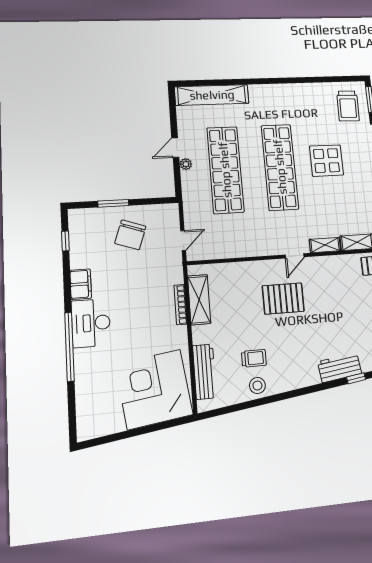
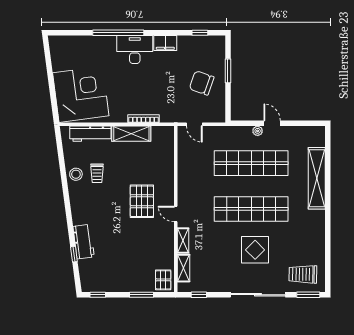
shelving: (212, 95) -> (317, 178), moved
shelving: (199, 300) -> (131, 134), moved

